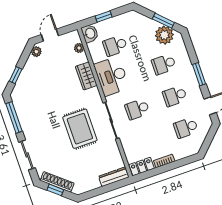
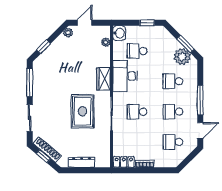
window: (104, 16) -> (147, 23), moved
window: (199, 74) -> (200, 100), width x1.44
wardrobe: (86, 76) -> (103, 79), moved
dresser: (114, 177) -> (82, 162), moved

